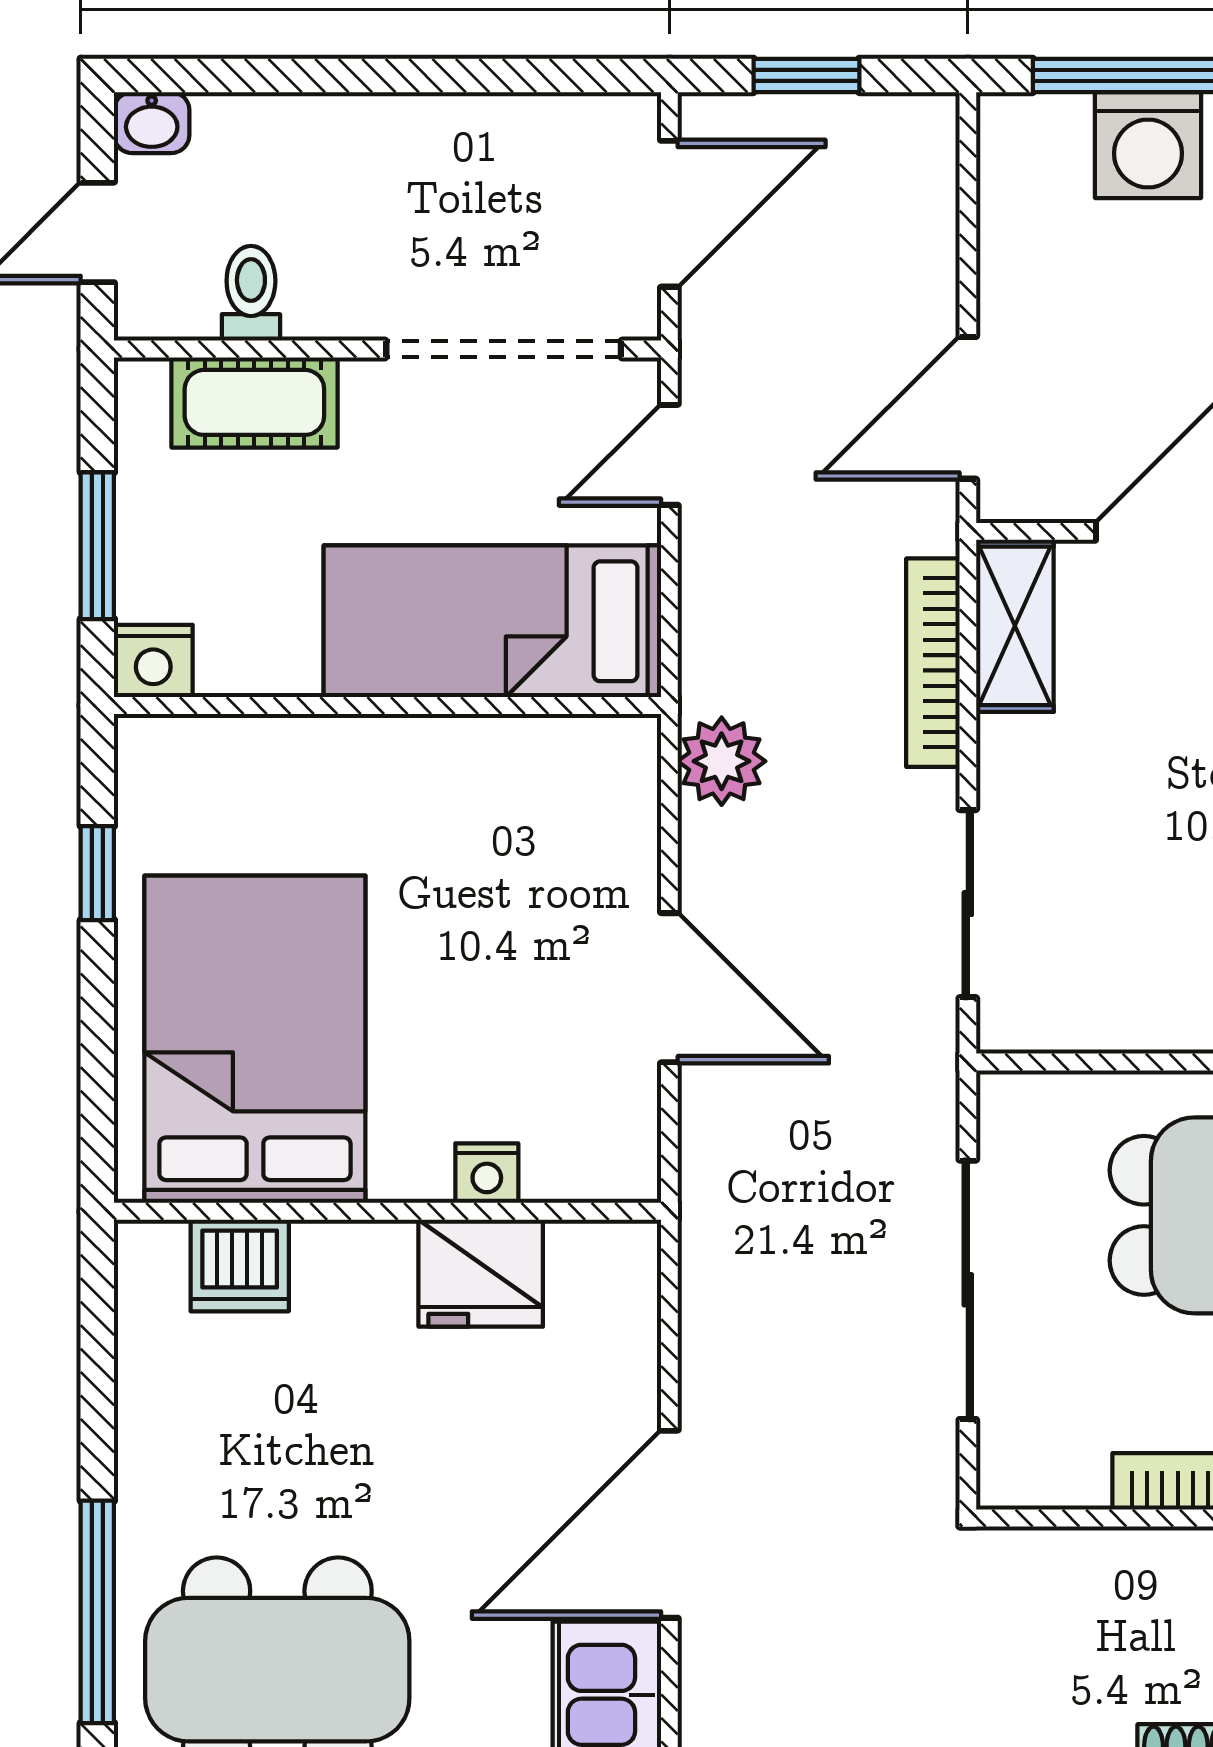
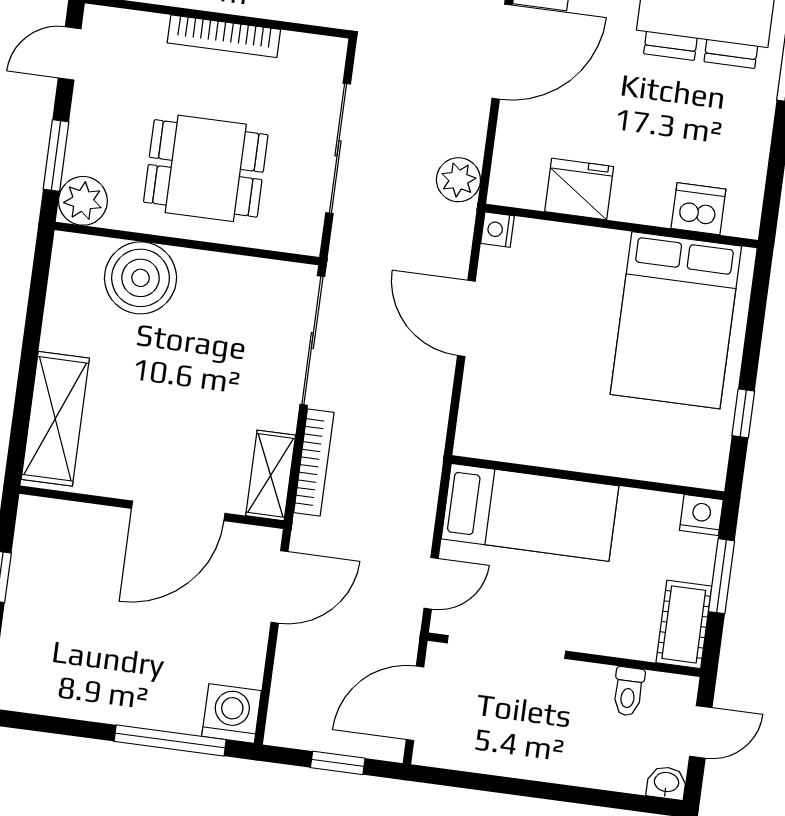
washing machine: (1148, 145) -> (232, 714), moved
cot: (254, 402) -> (684, 624), moved, turned 90
plant: (722, 761) -> (458, 180), moved
sliding door: (968, 904) -> (312, 340), width x1.37
nightstand: (487, 1173) -> (497, 230), moved, turned -90

